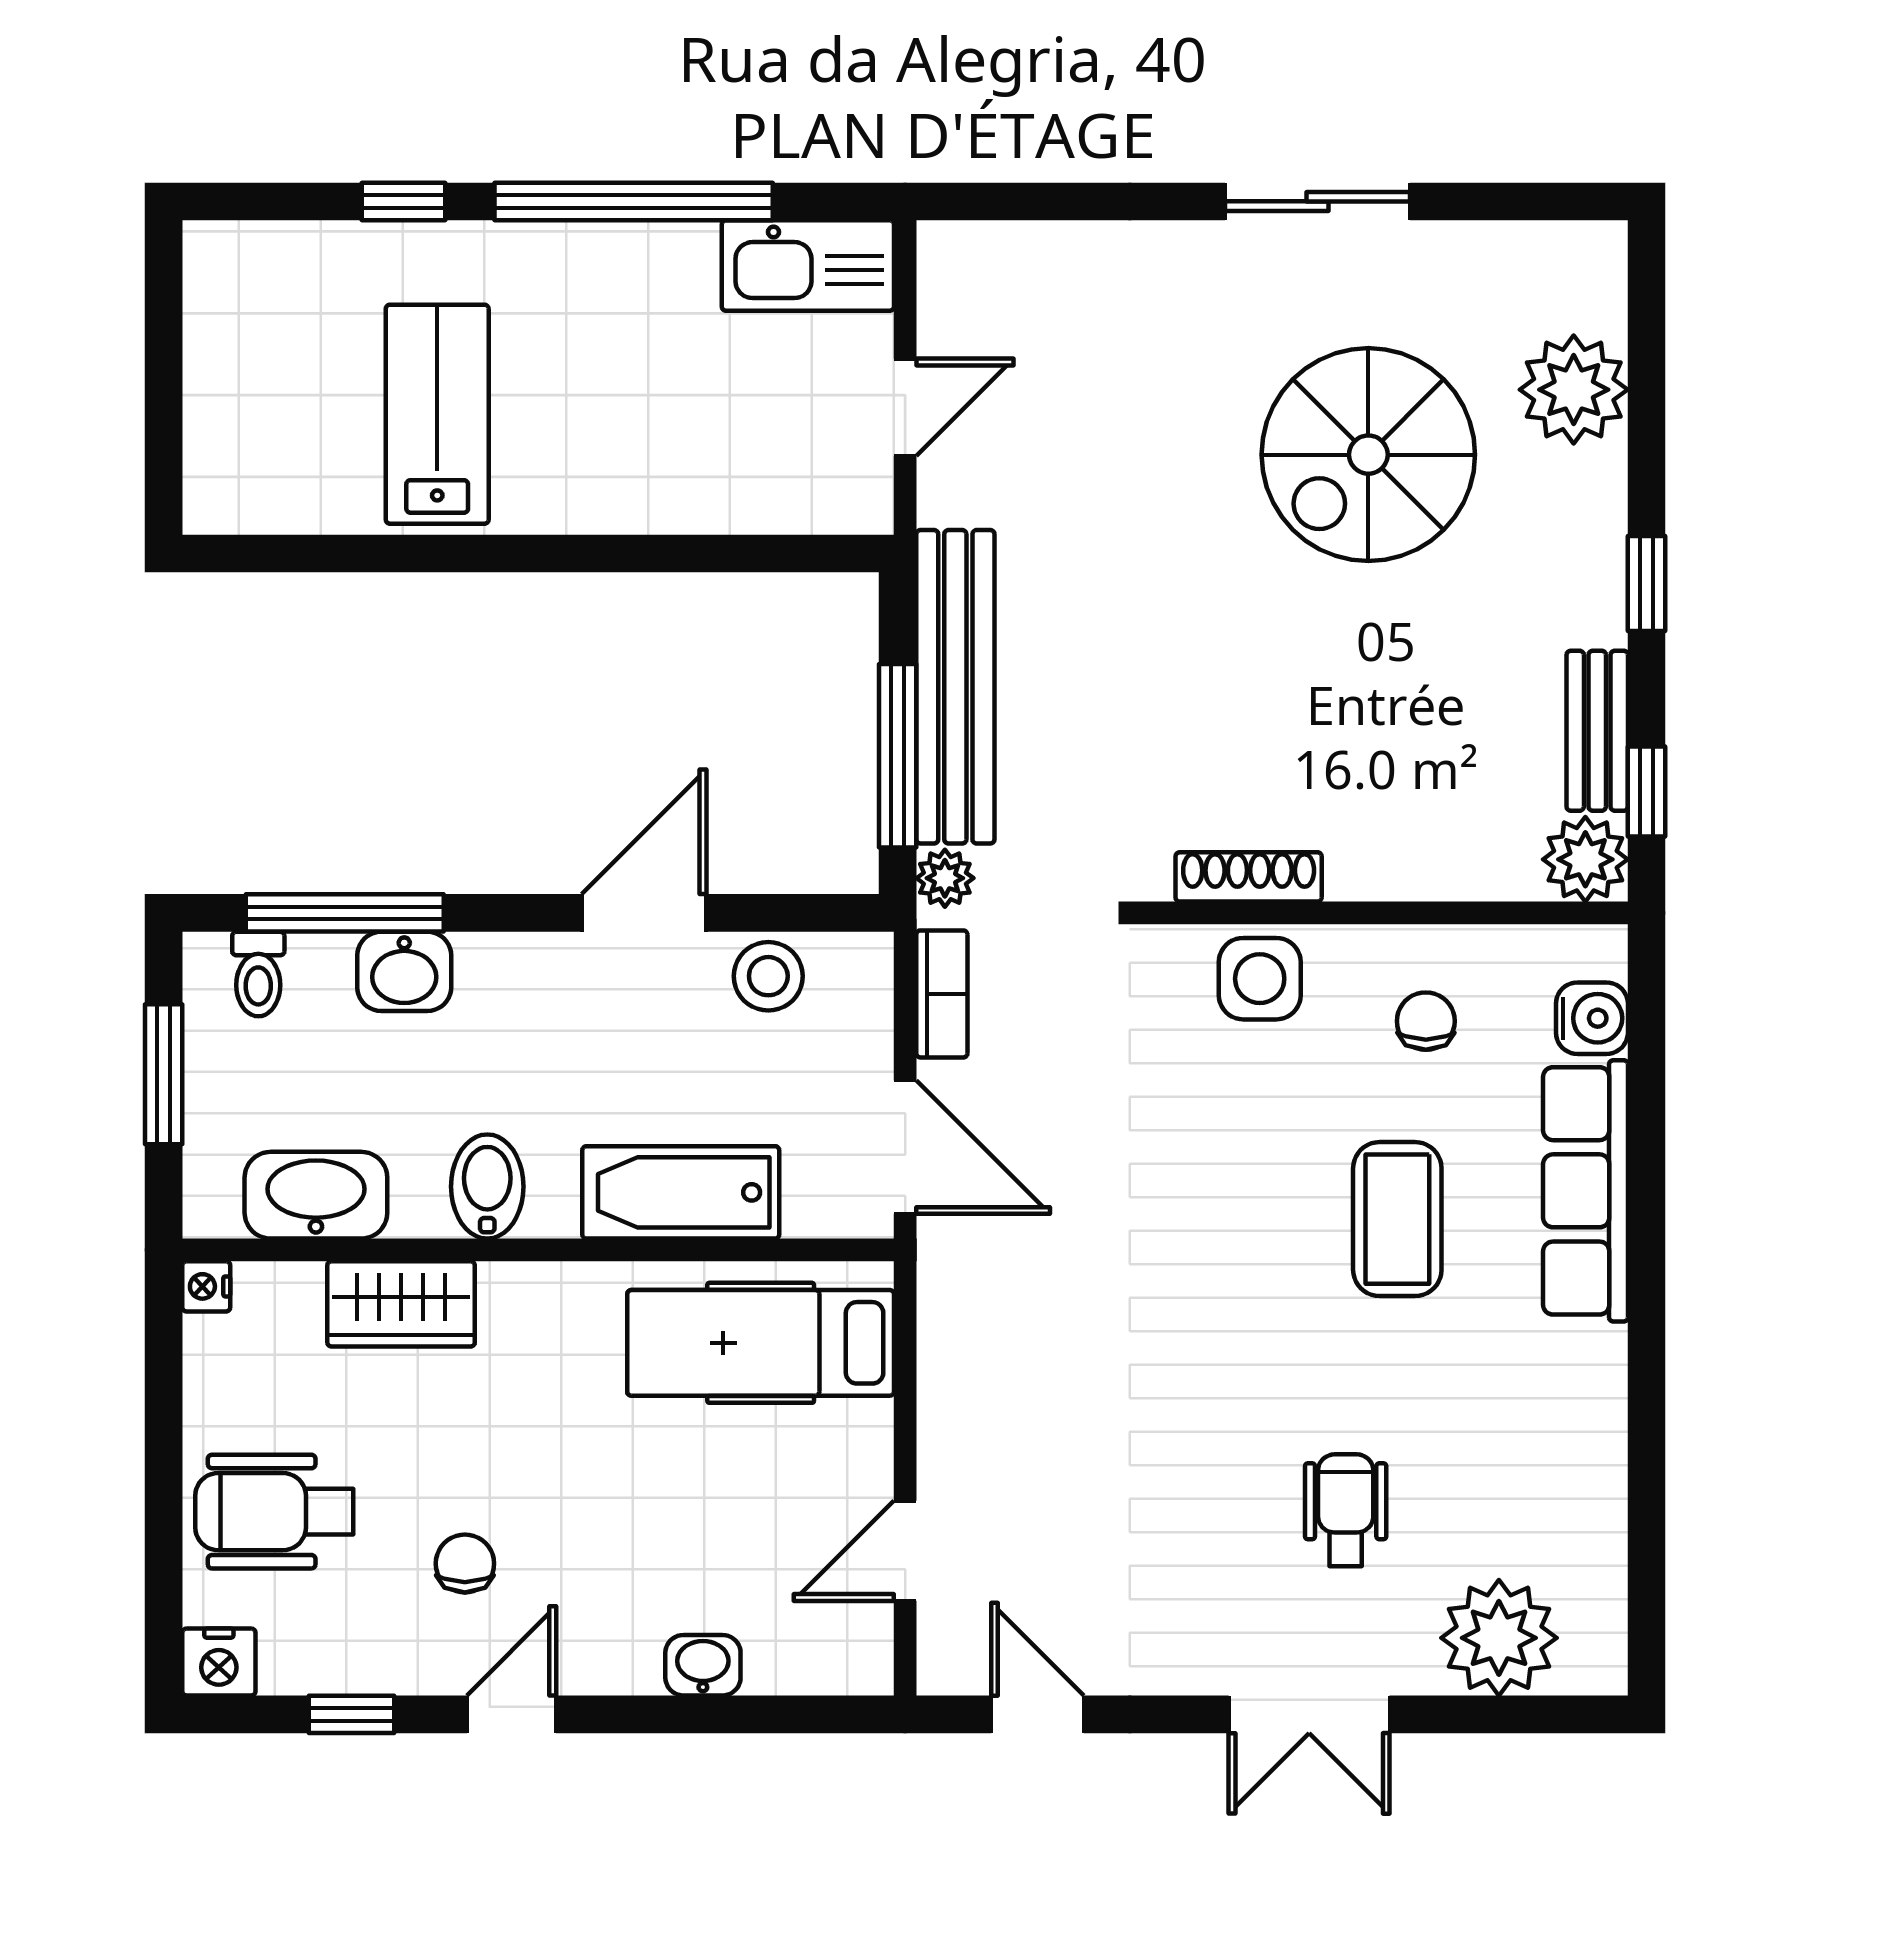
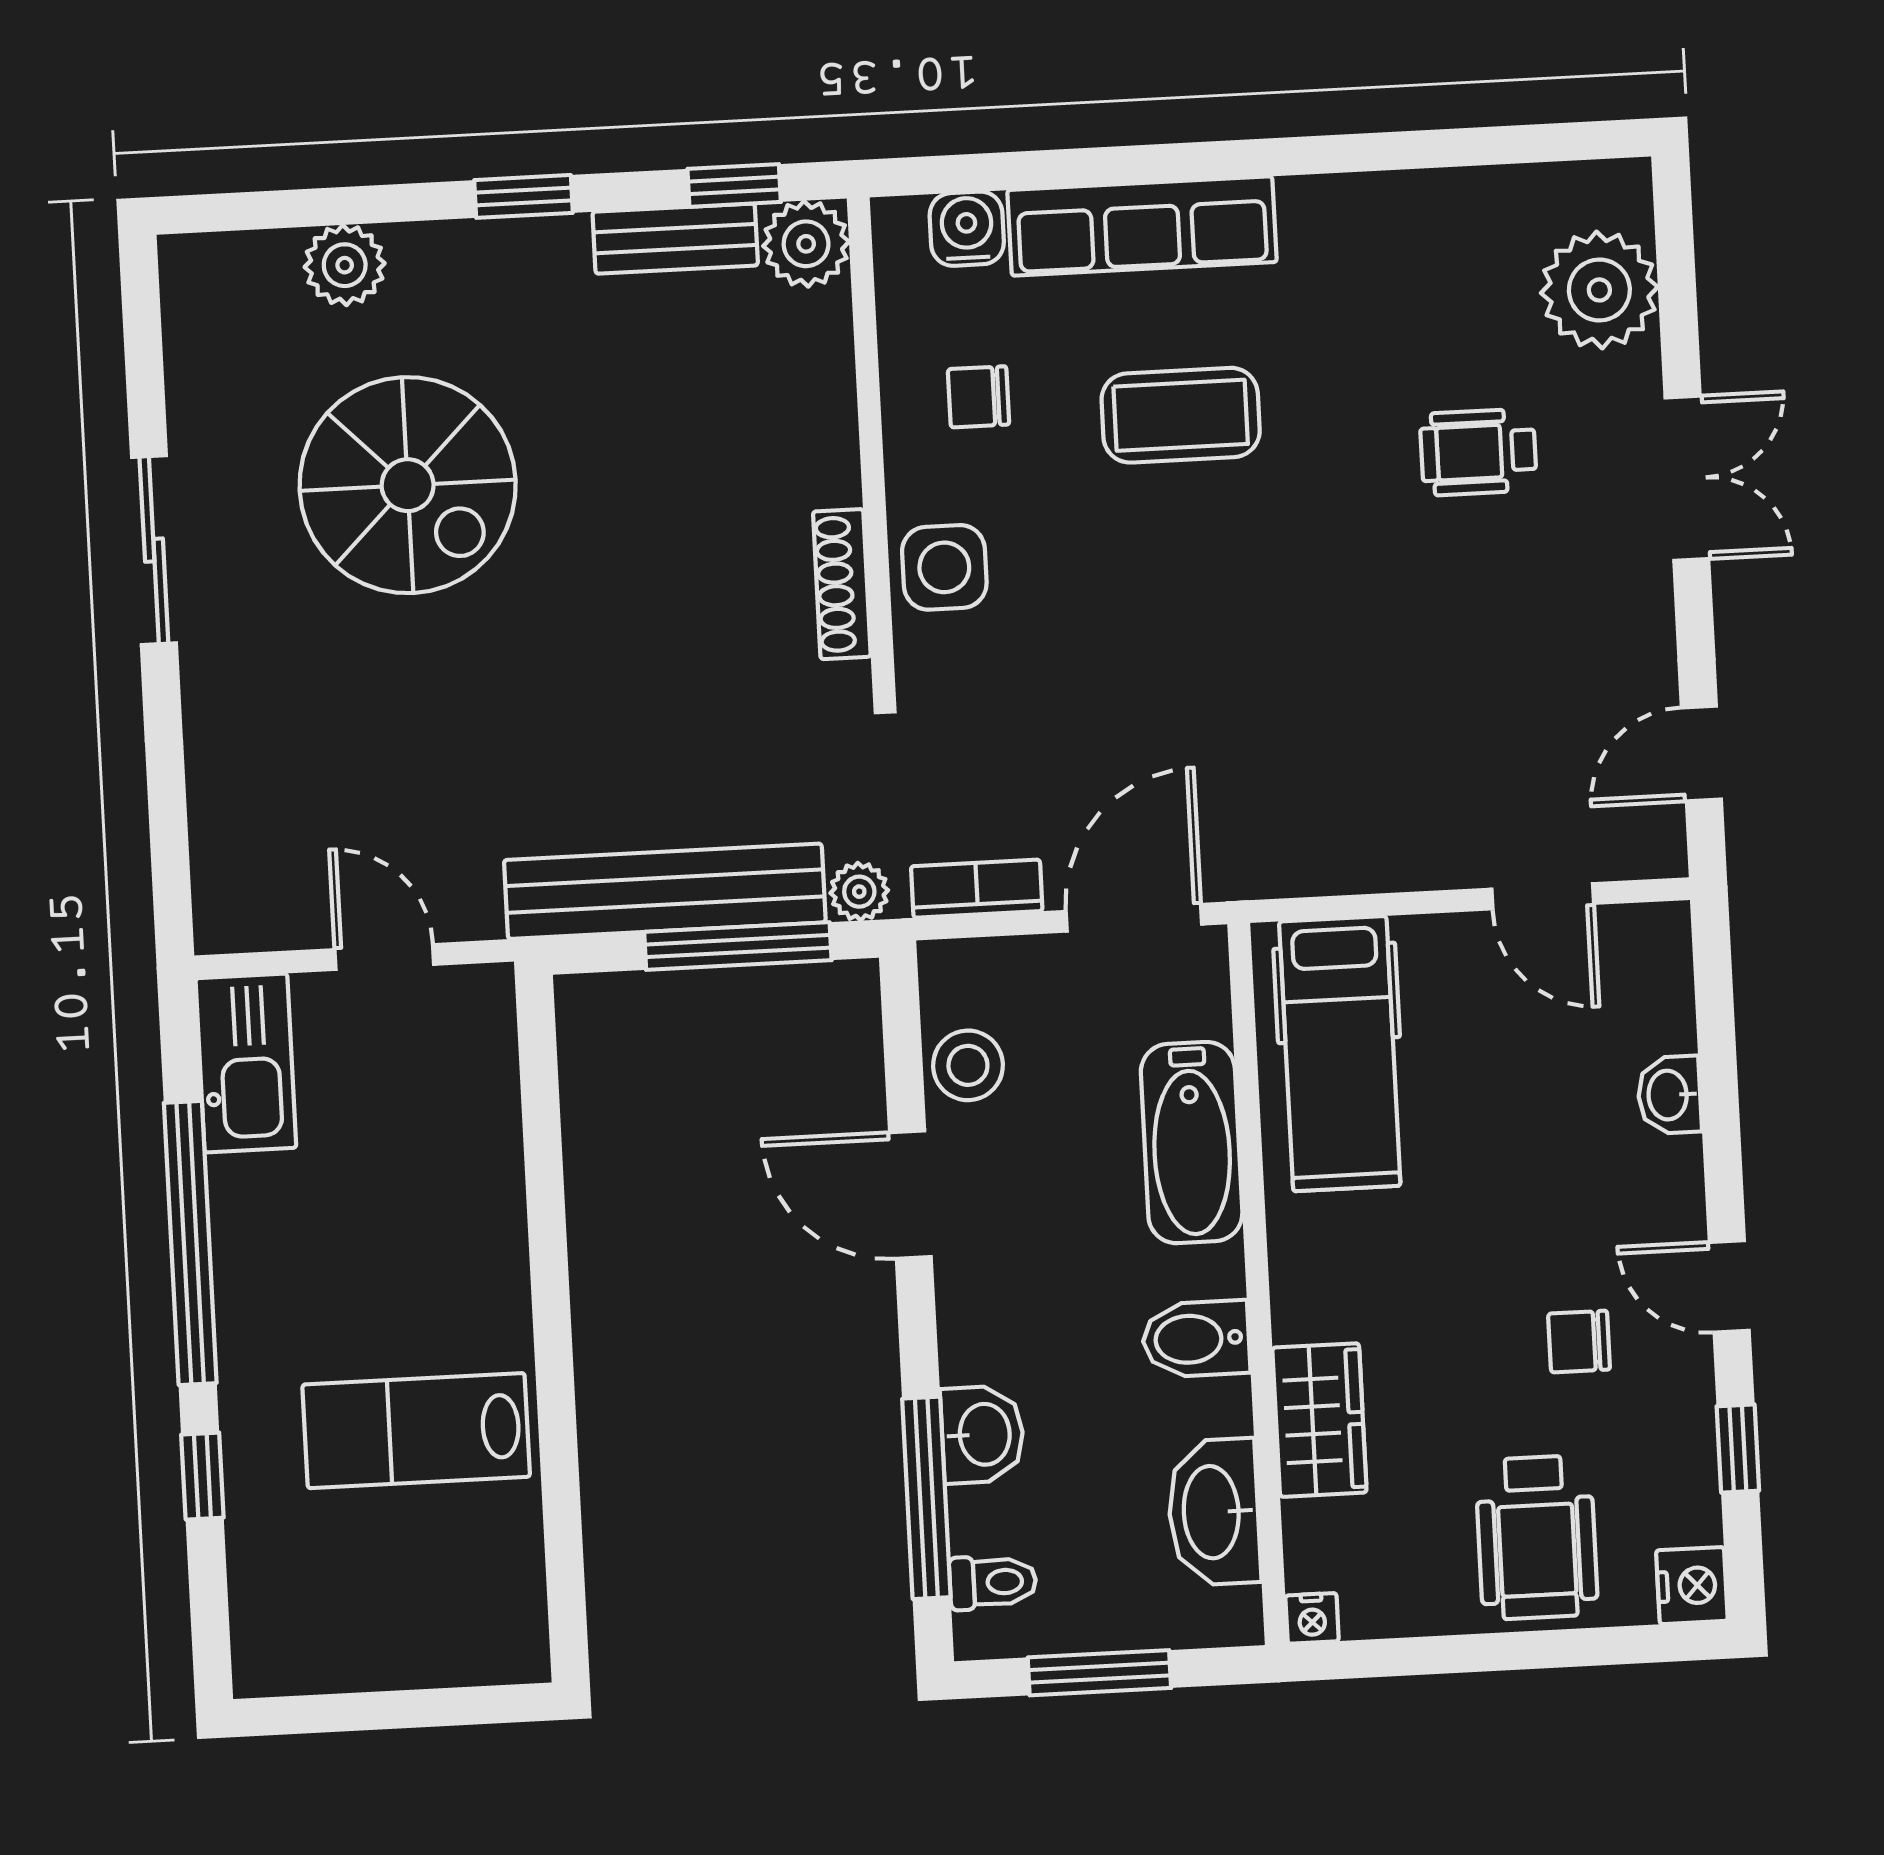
plant: (1574, 390) -> (345, 265), width x0.73, depth x0.73

